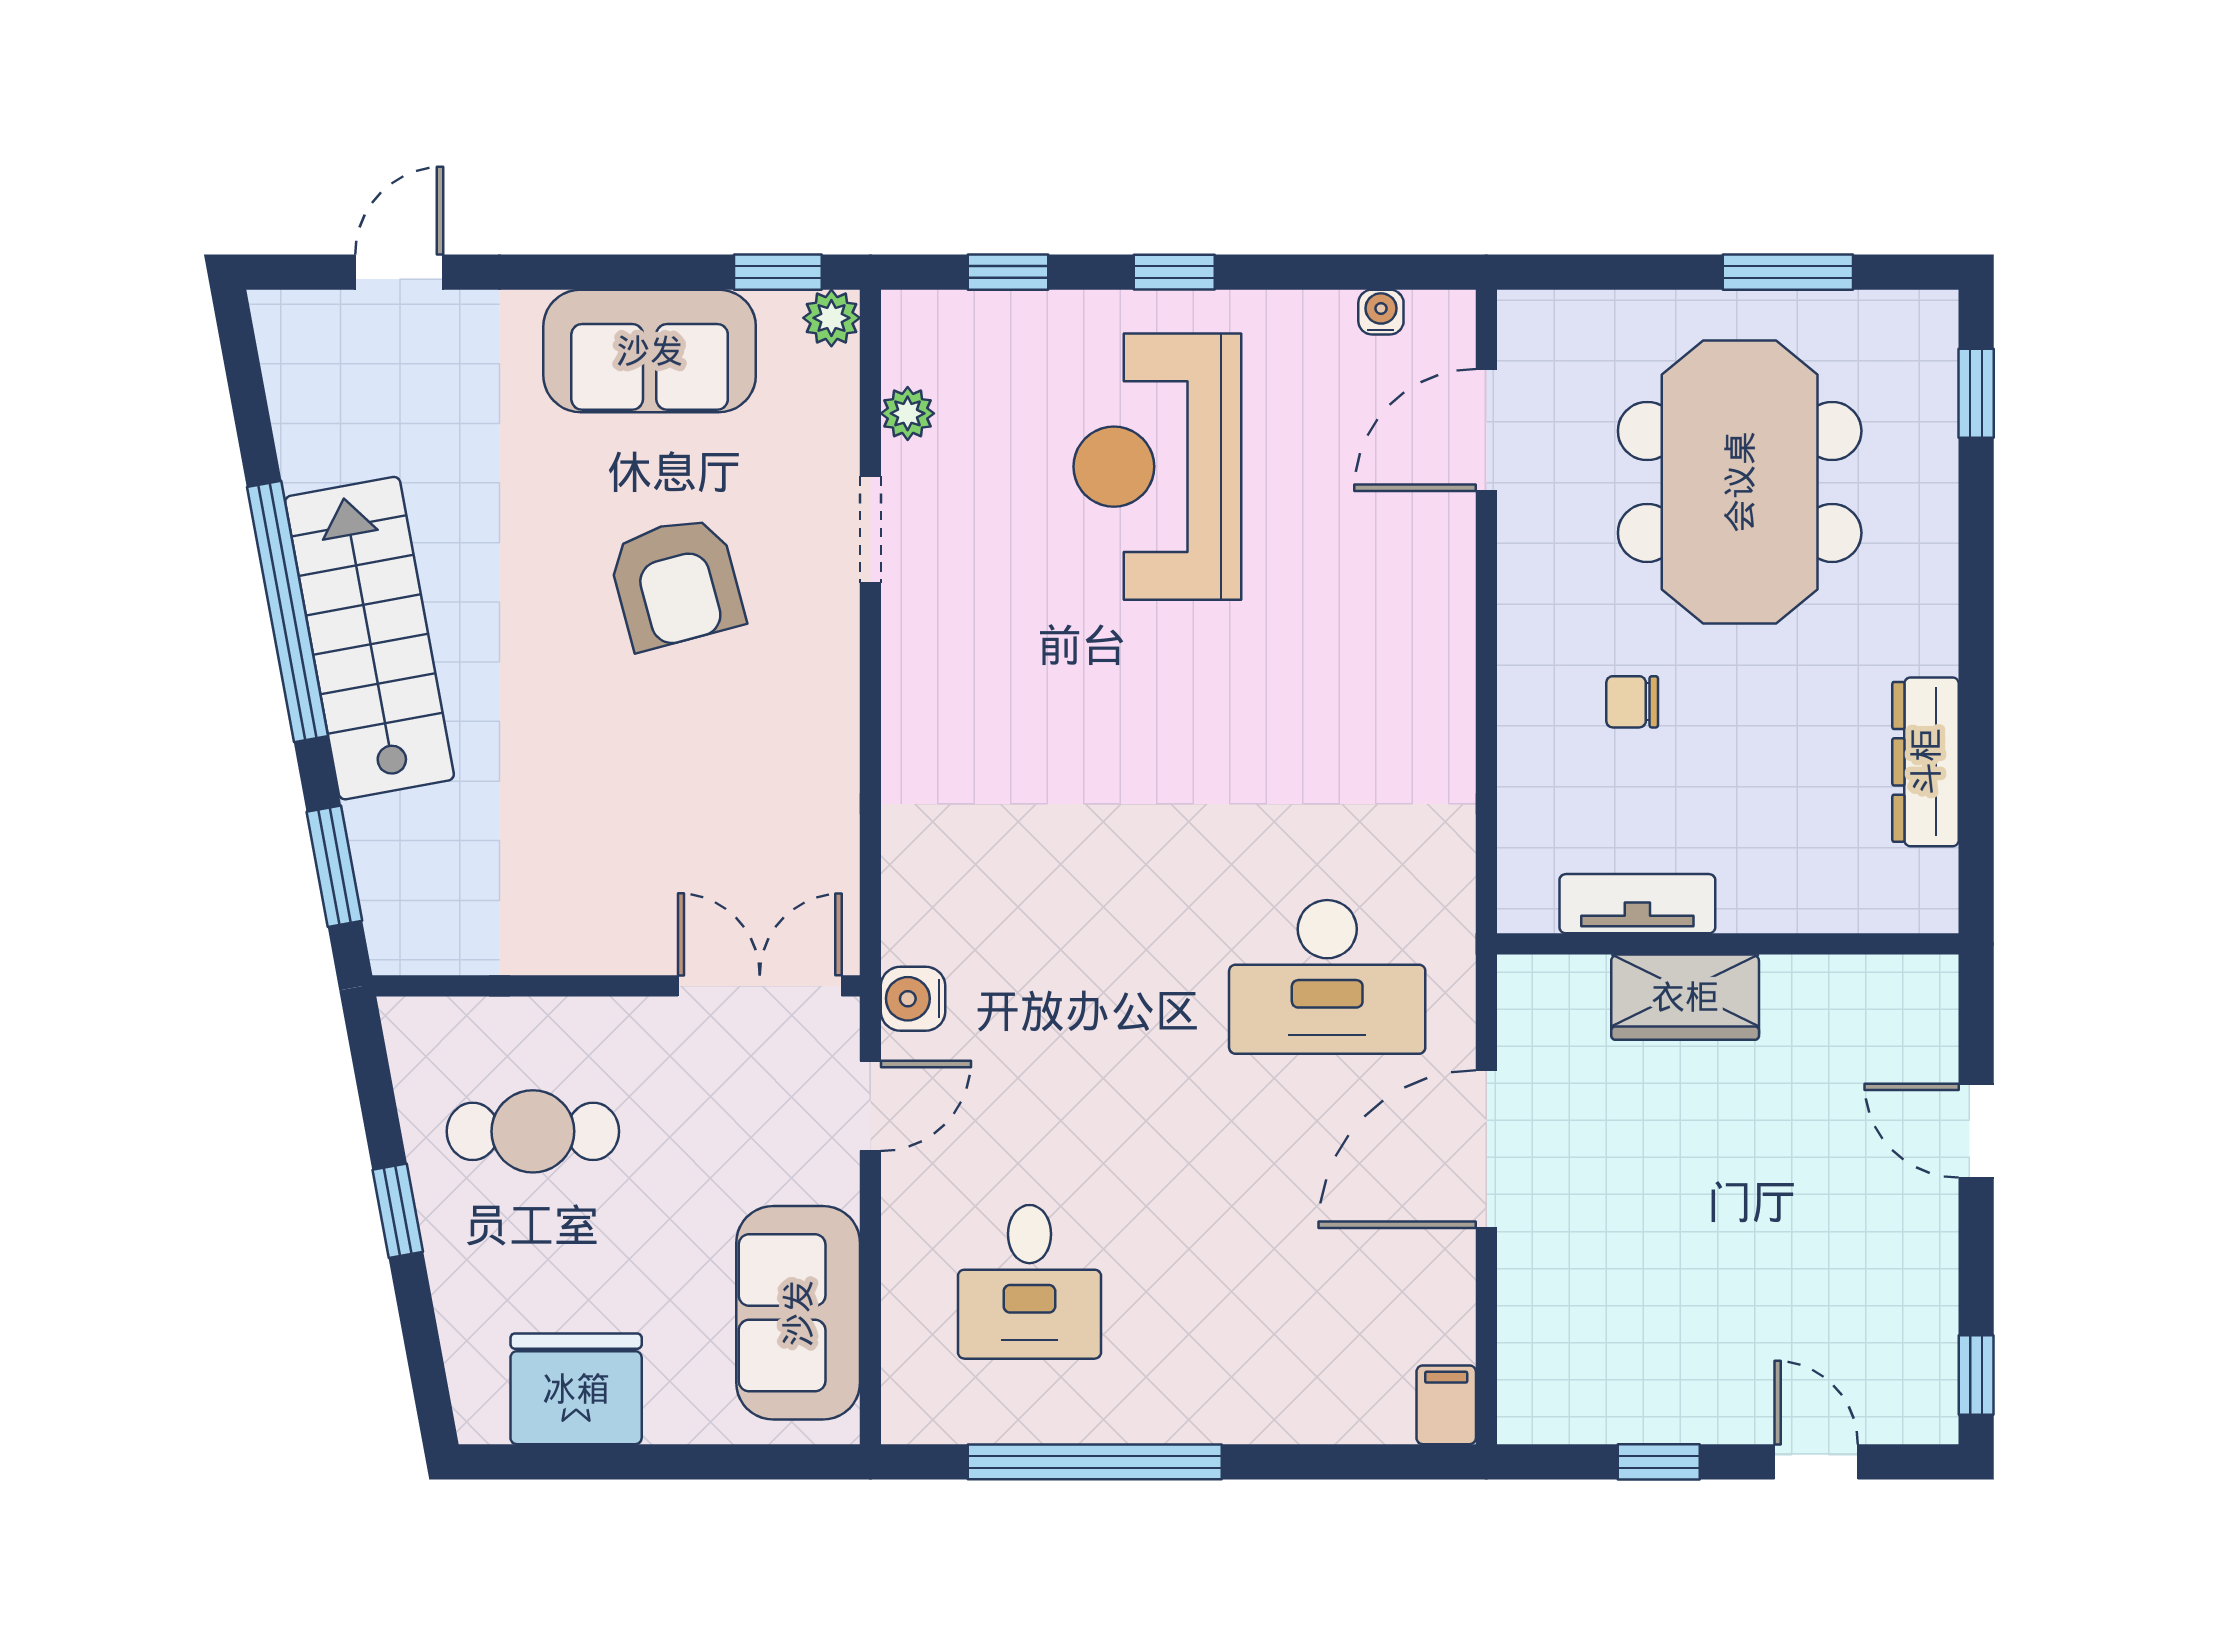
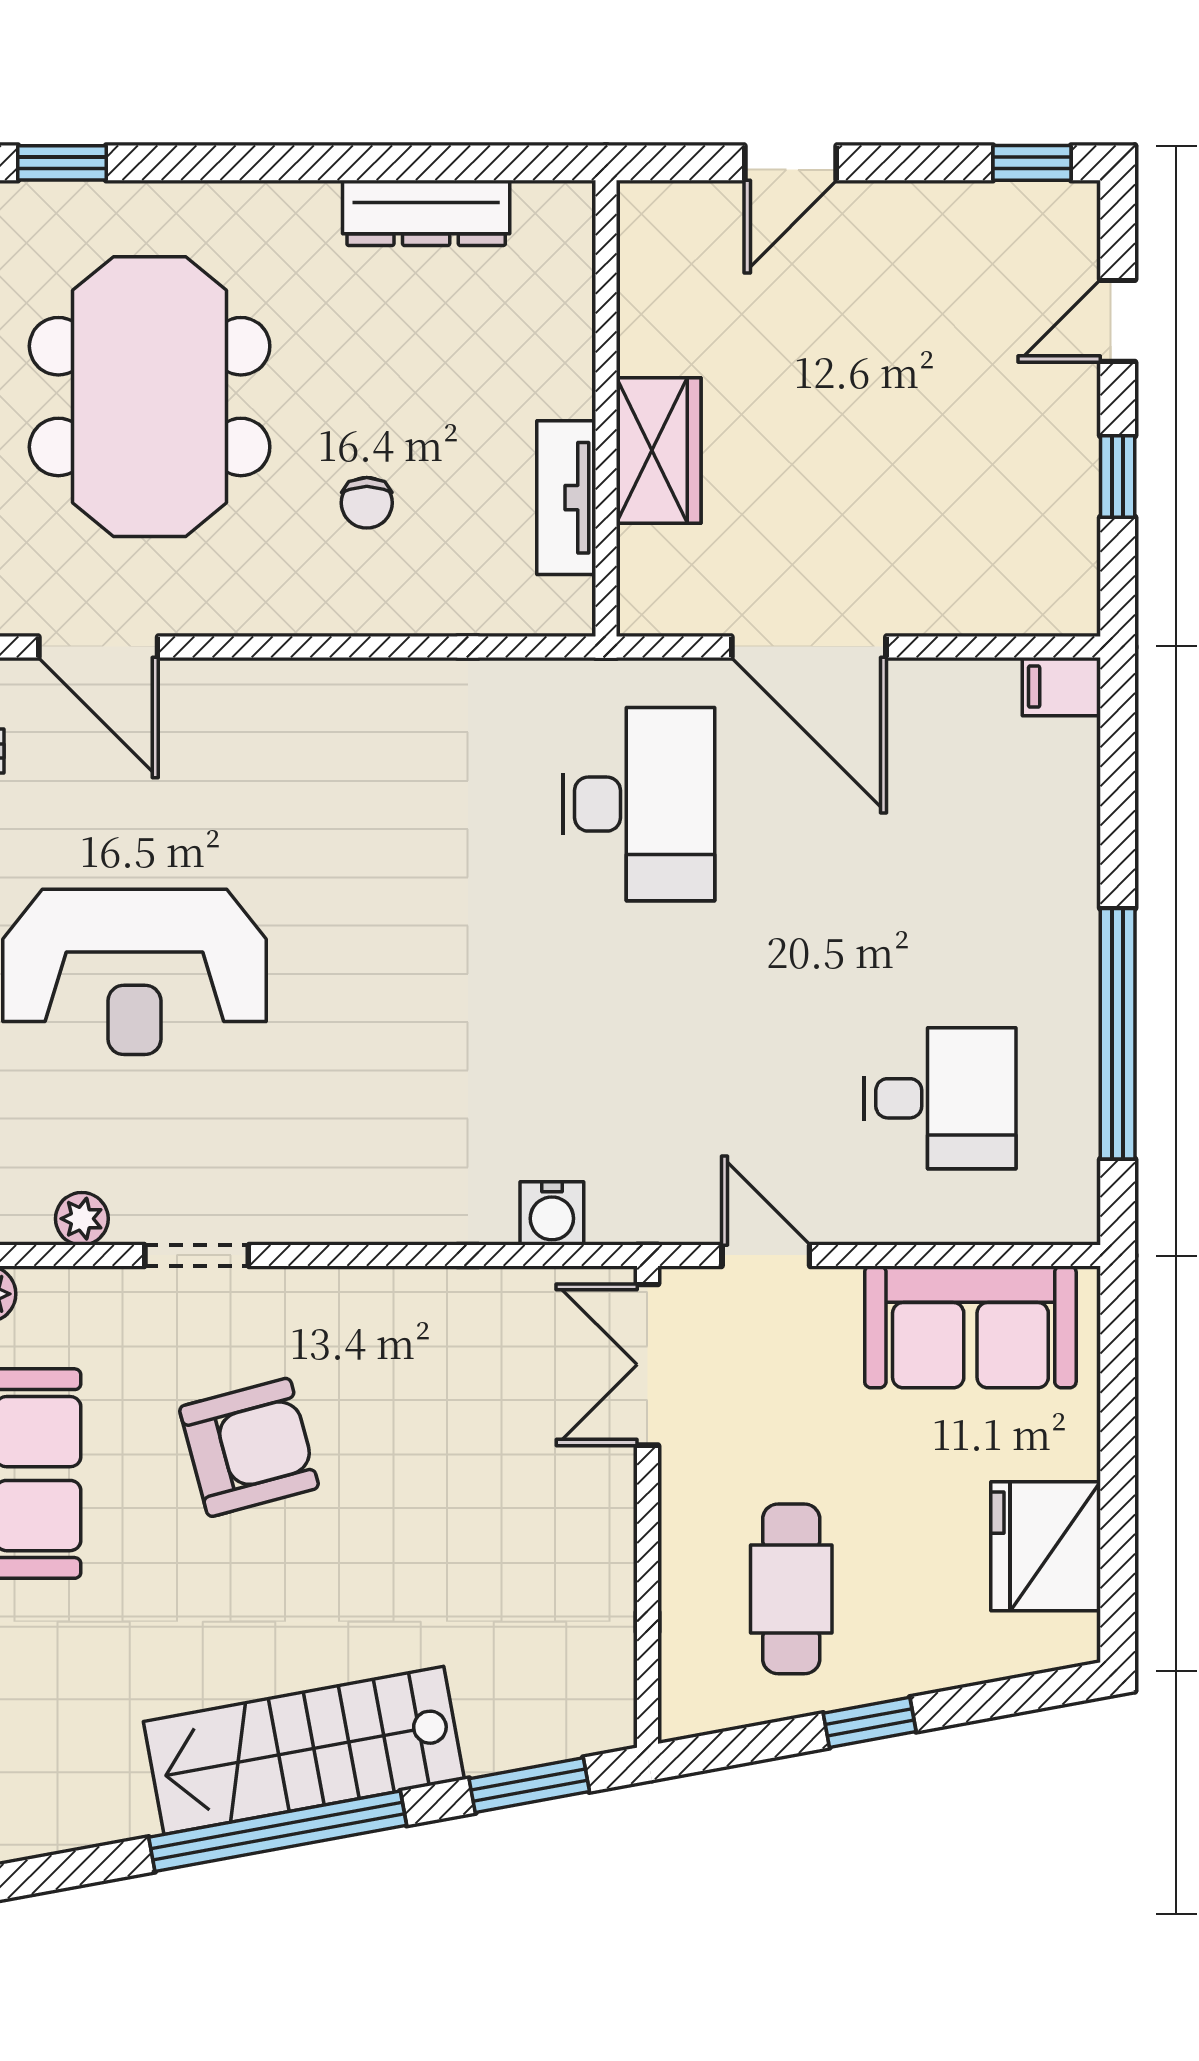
meeting table: (1740, 482) -> (150, 397), turned 90
water cooler: (913, 999) -> (552, 1213), moved

